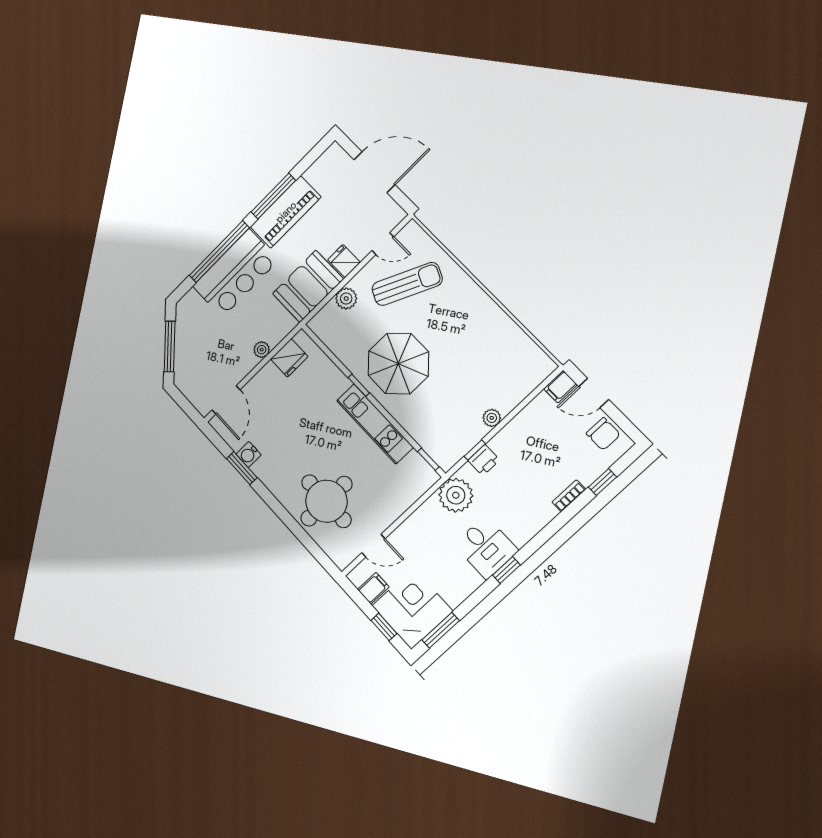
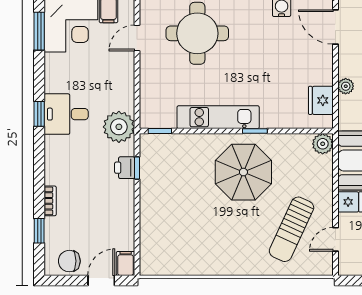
plant: (346, 299) -> (323, 144), moved
plant: (492, 418) -> (148, 200), removed

